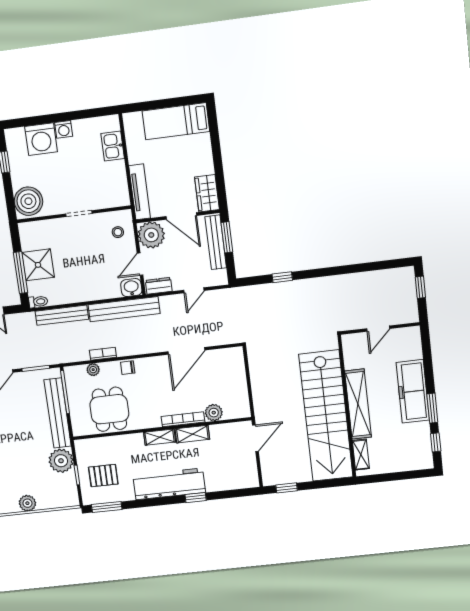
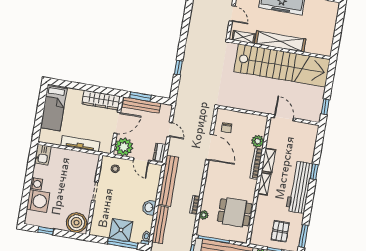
kitchen sink: (113, 146) -> (43, 155), moved, turned -90
tv unit: (140, 192) -> (80, 144), moved
wardrobe: (207, 193) -> (101, 100), width x1.50
washbasin: (131, 288) -> (149, 207), moved
chair: (128, 368) -> (226, 128), moved
shelving: (361, 455) -> (244, 37), moved

